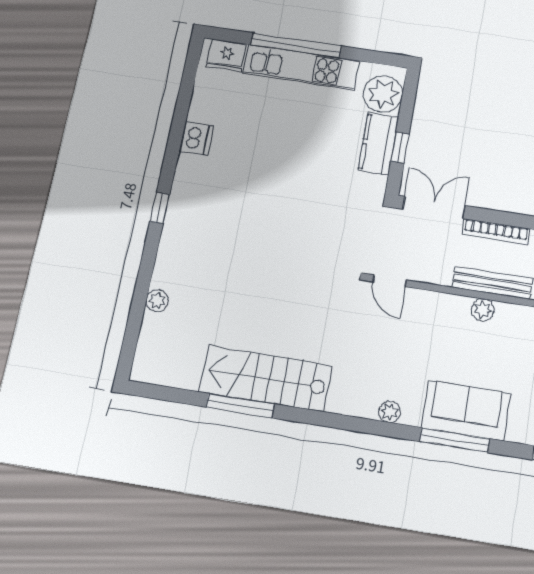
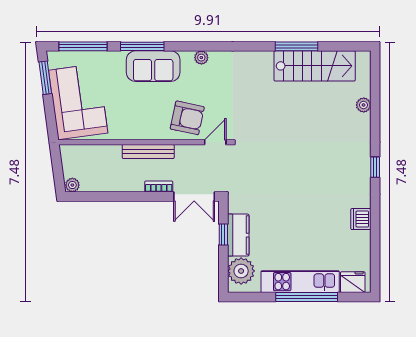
bookcase: (496, 232) -> (159, 187), width x0.64
door: (389, 281) -> (215, 142), hinge flipped
plant: (483, 310) -> (152, 133), removed
armchair: (426, 323) -> (187, 118), added
stairs: (266, 378) -> (315, 66), moved
window: (455, 440) -> (142, 46), moved

